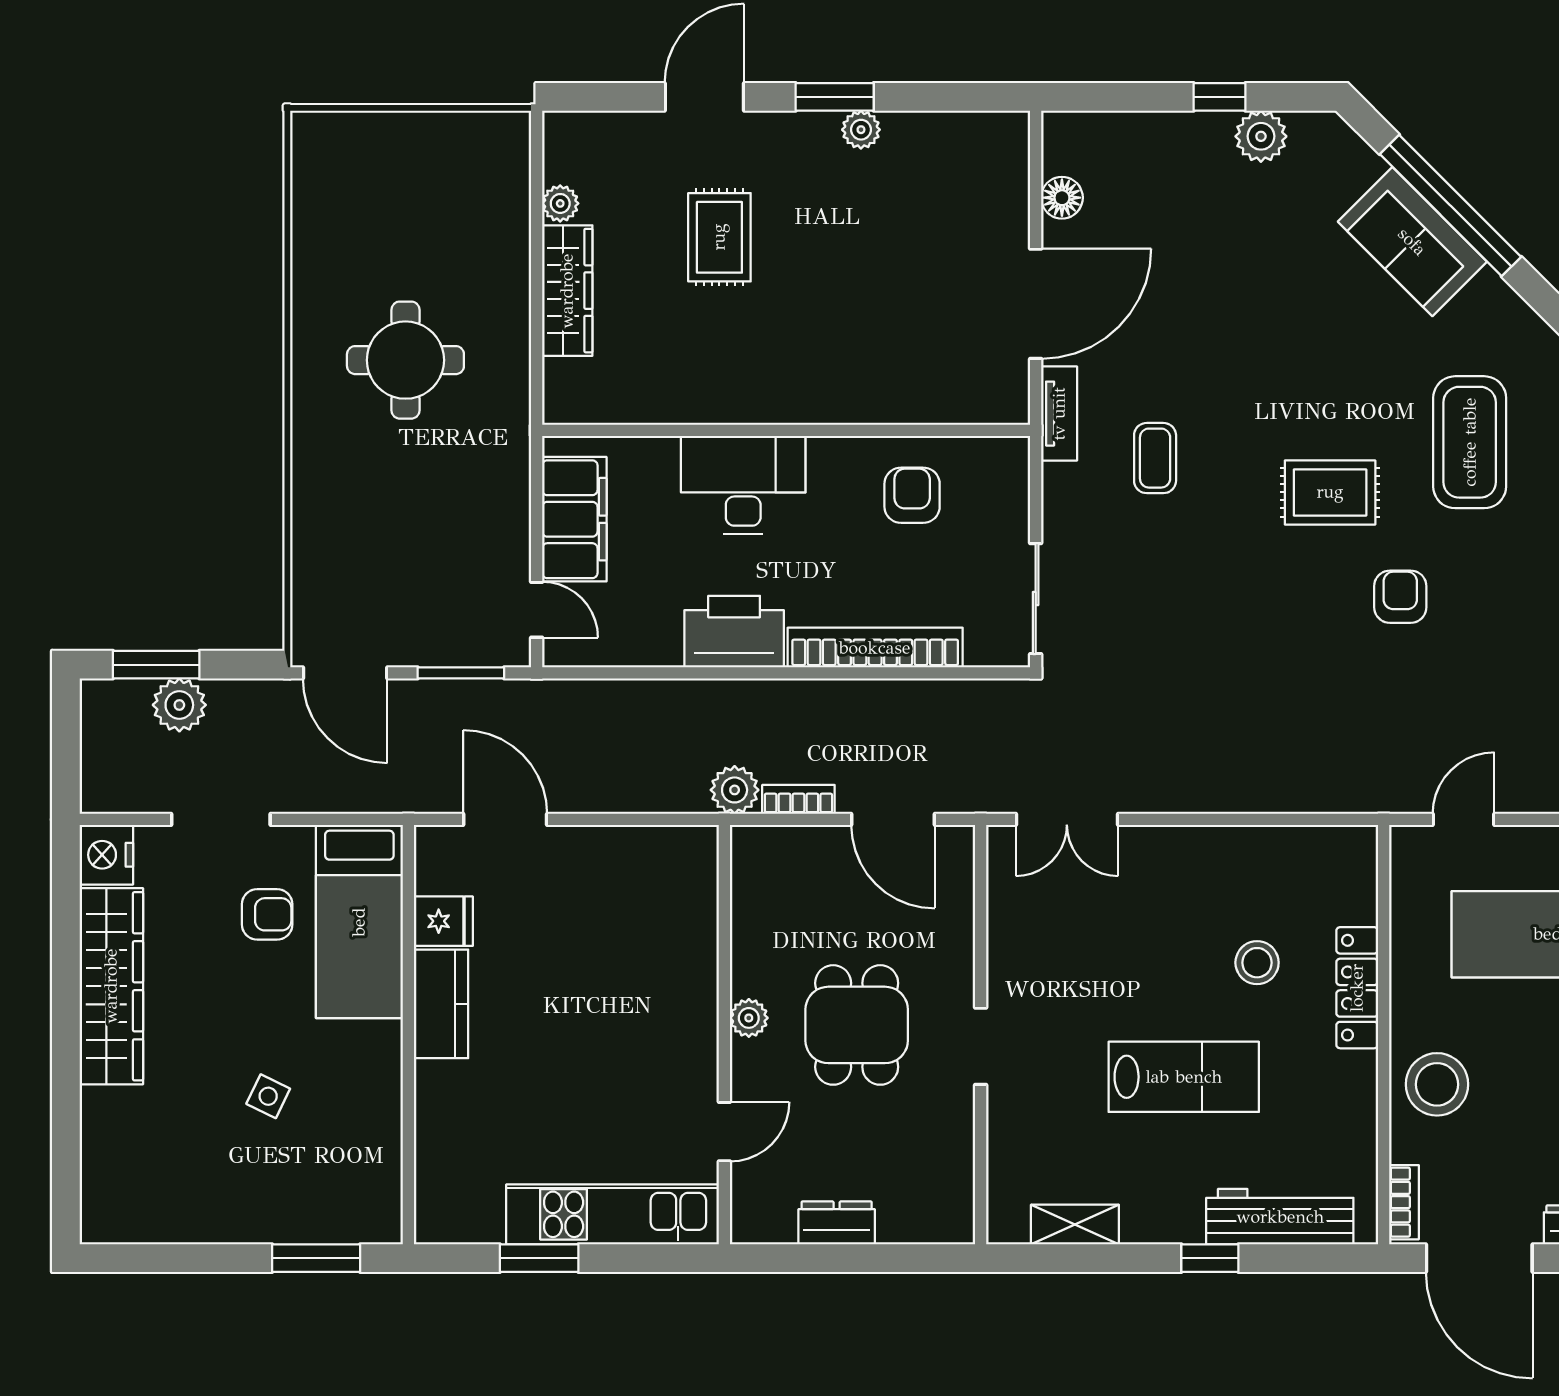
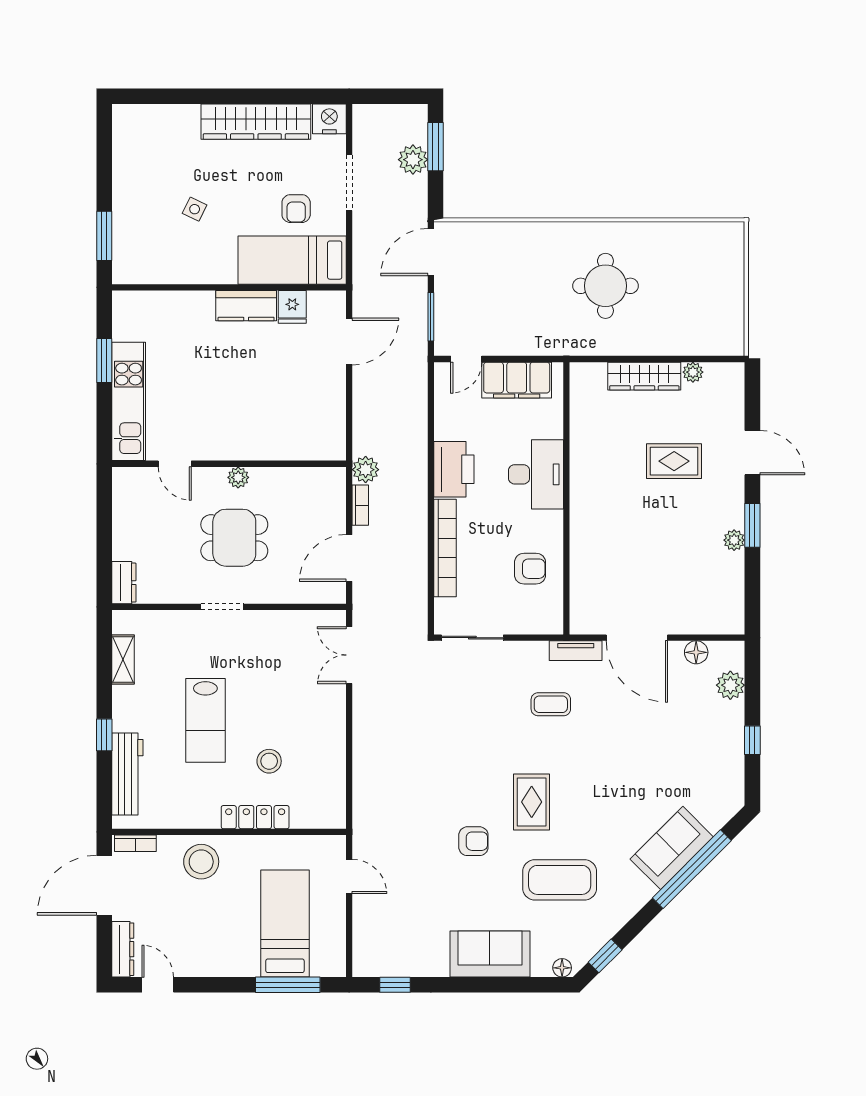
plant: (1261, 136) -> (730, 685), moved
dresser: (837, 1223) -> (124, 583), moved

